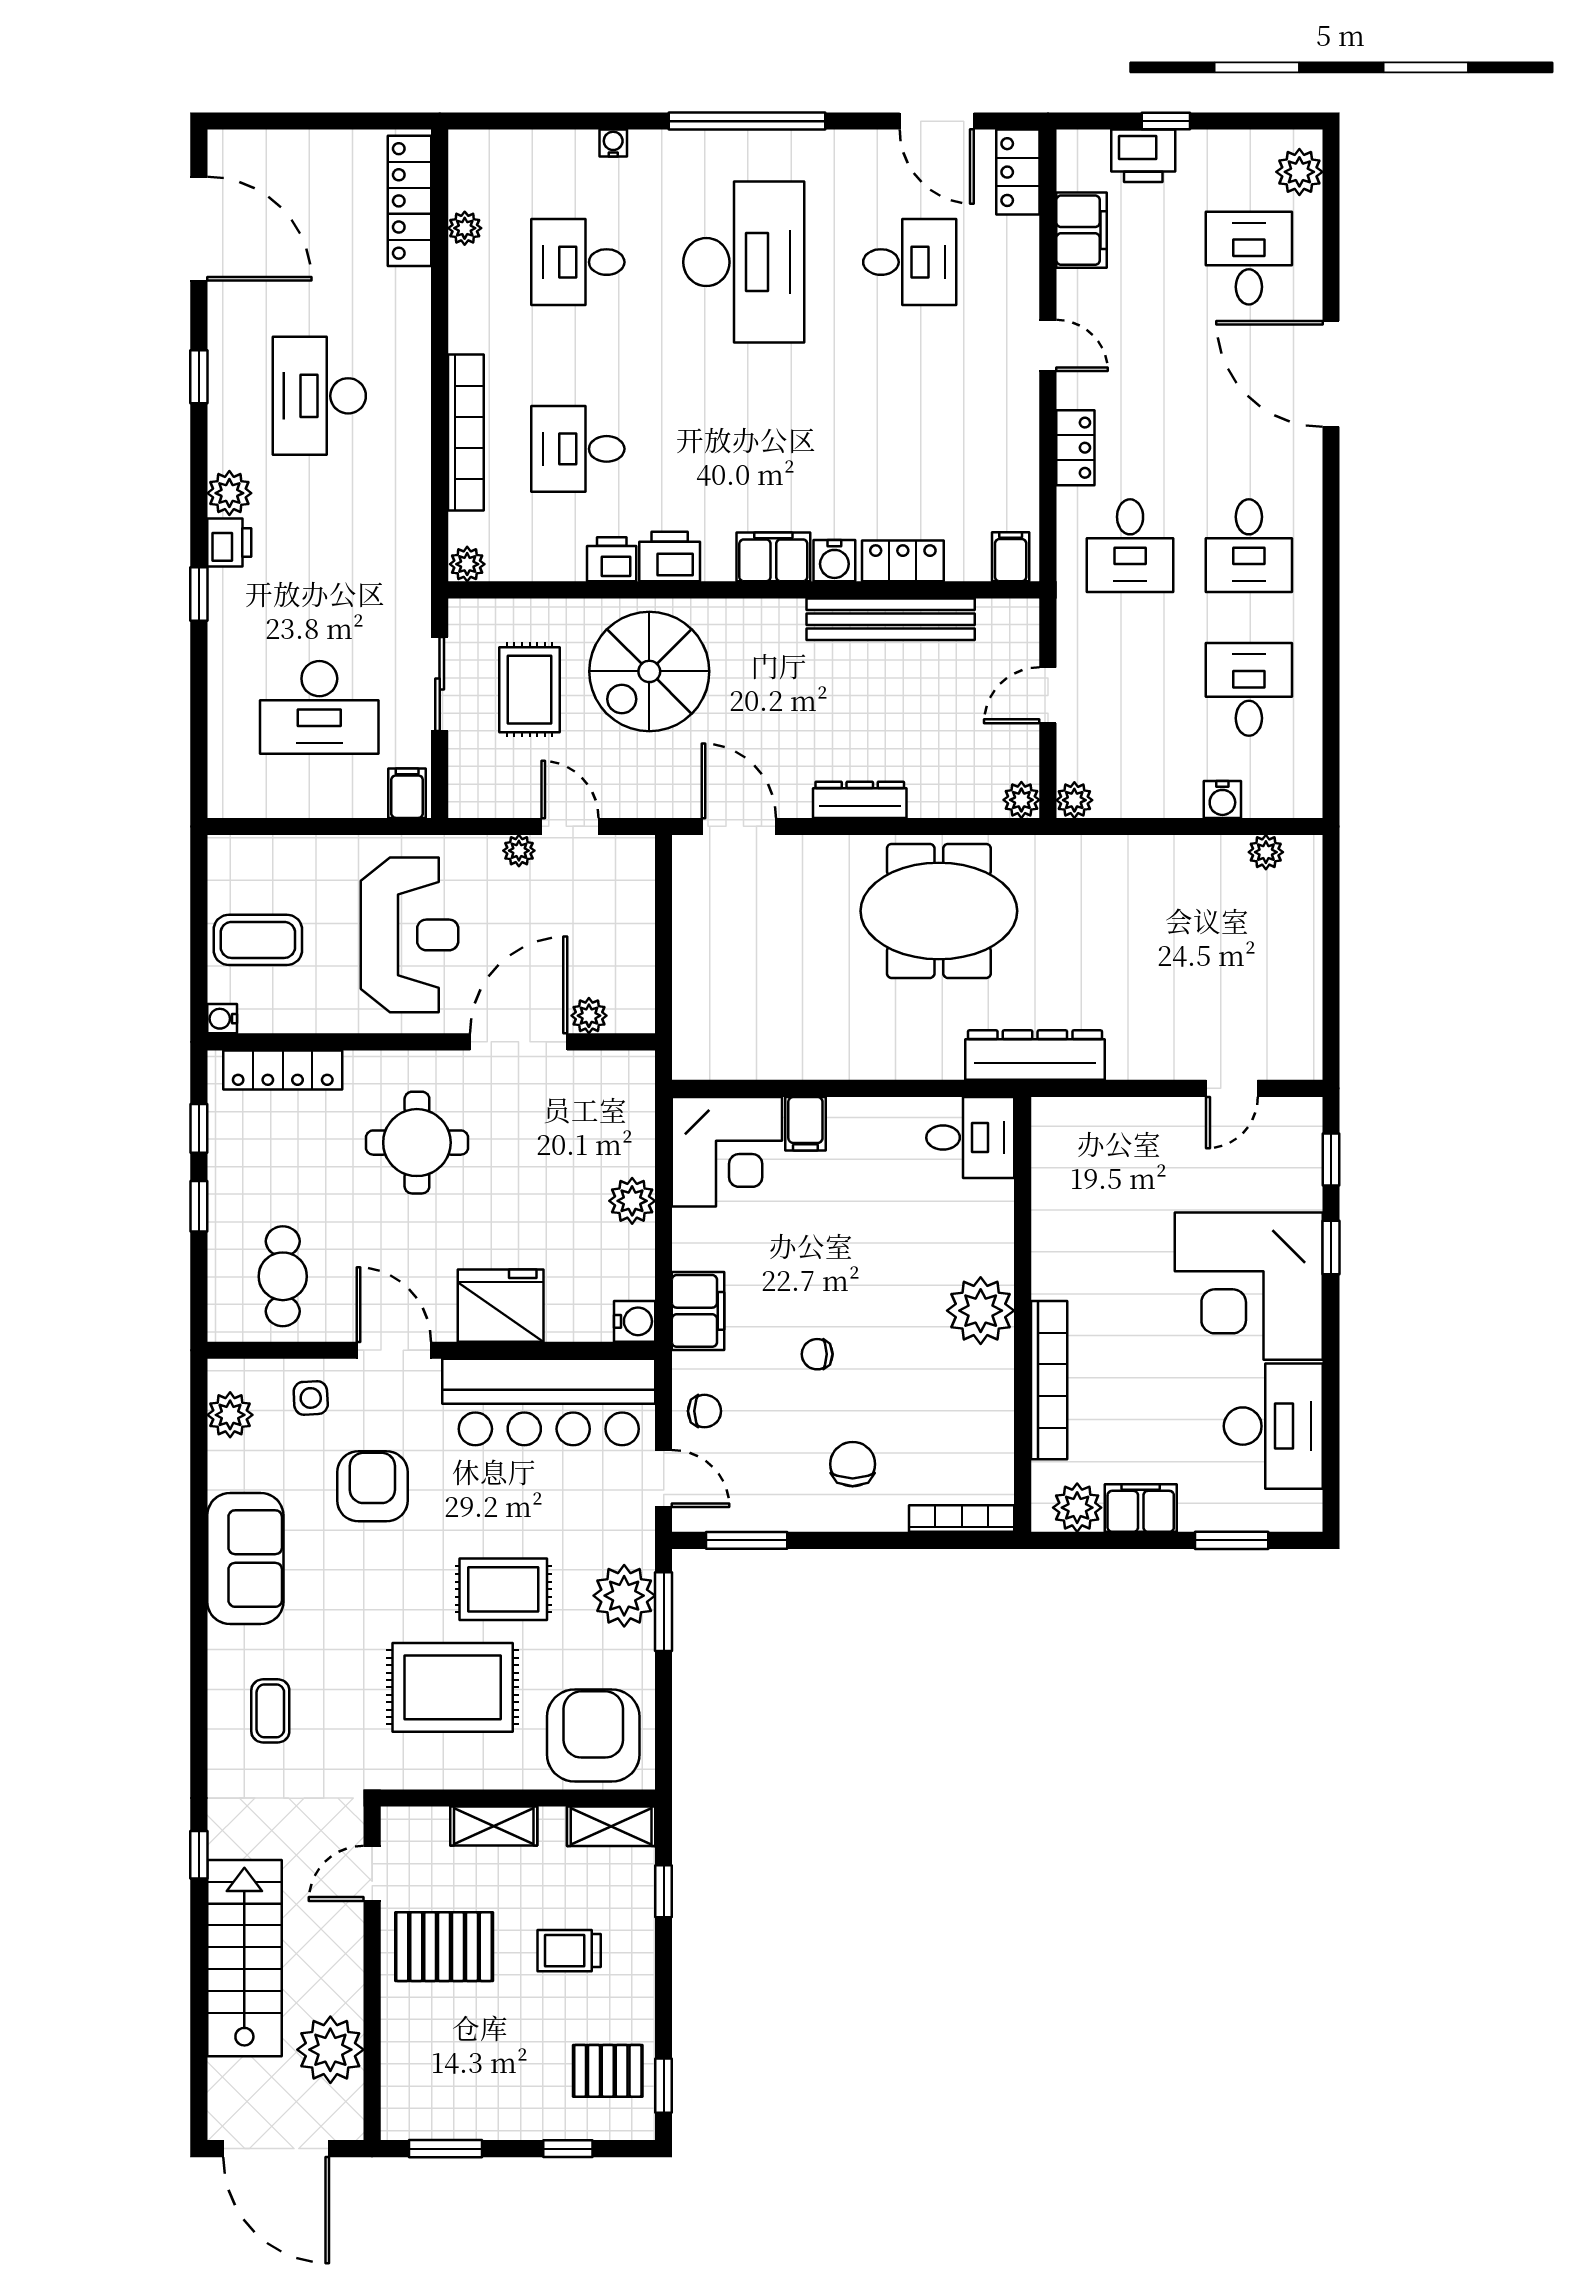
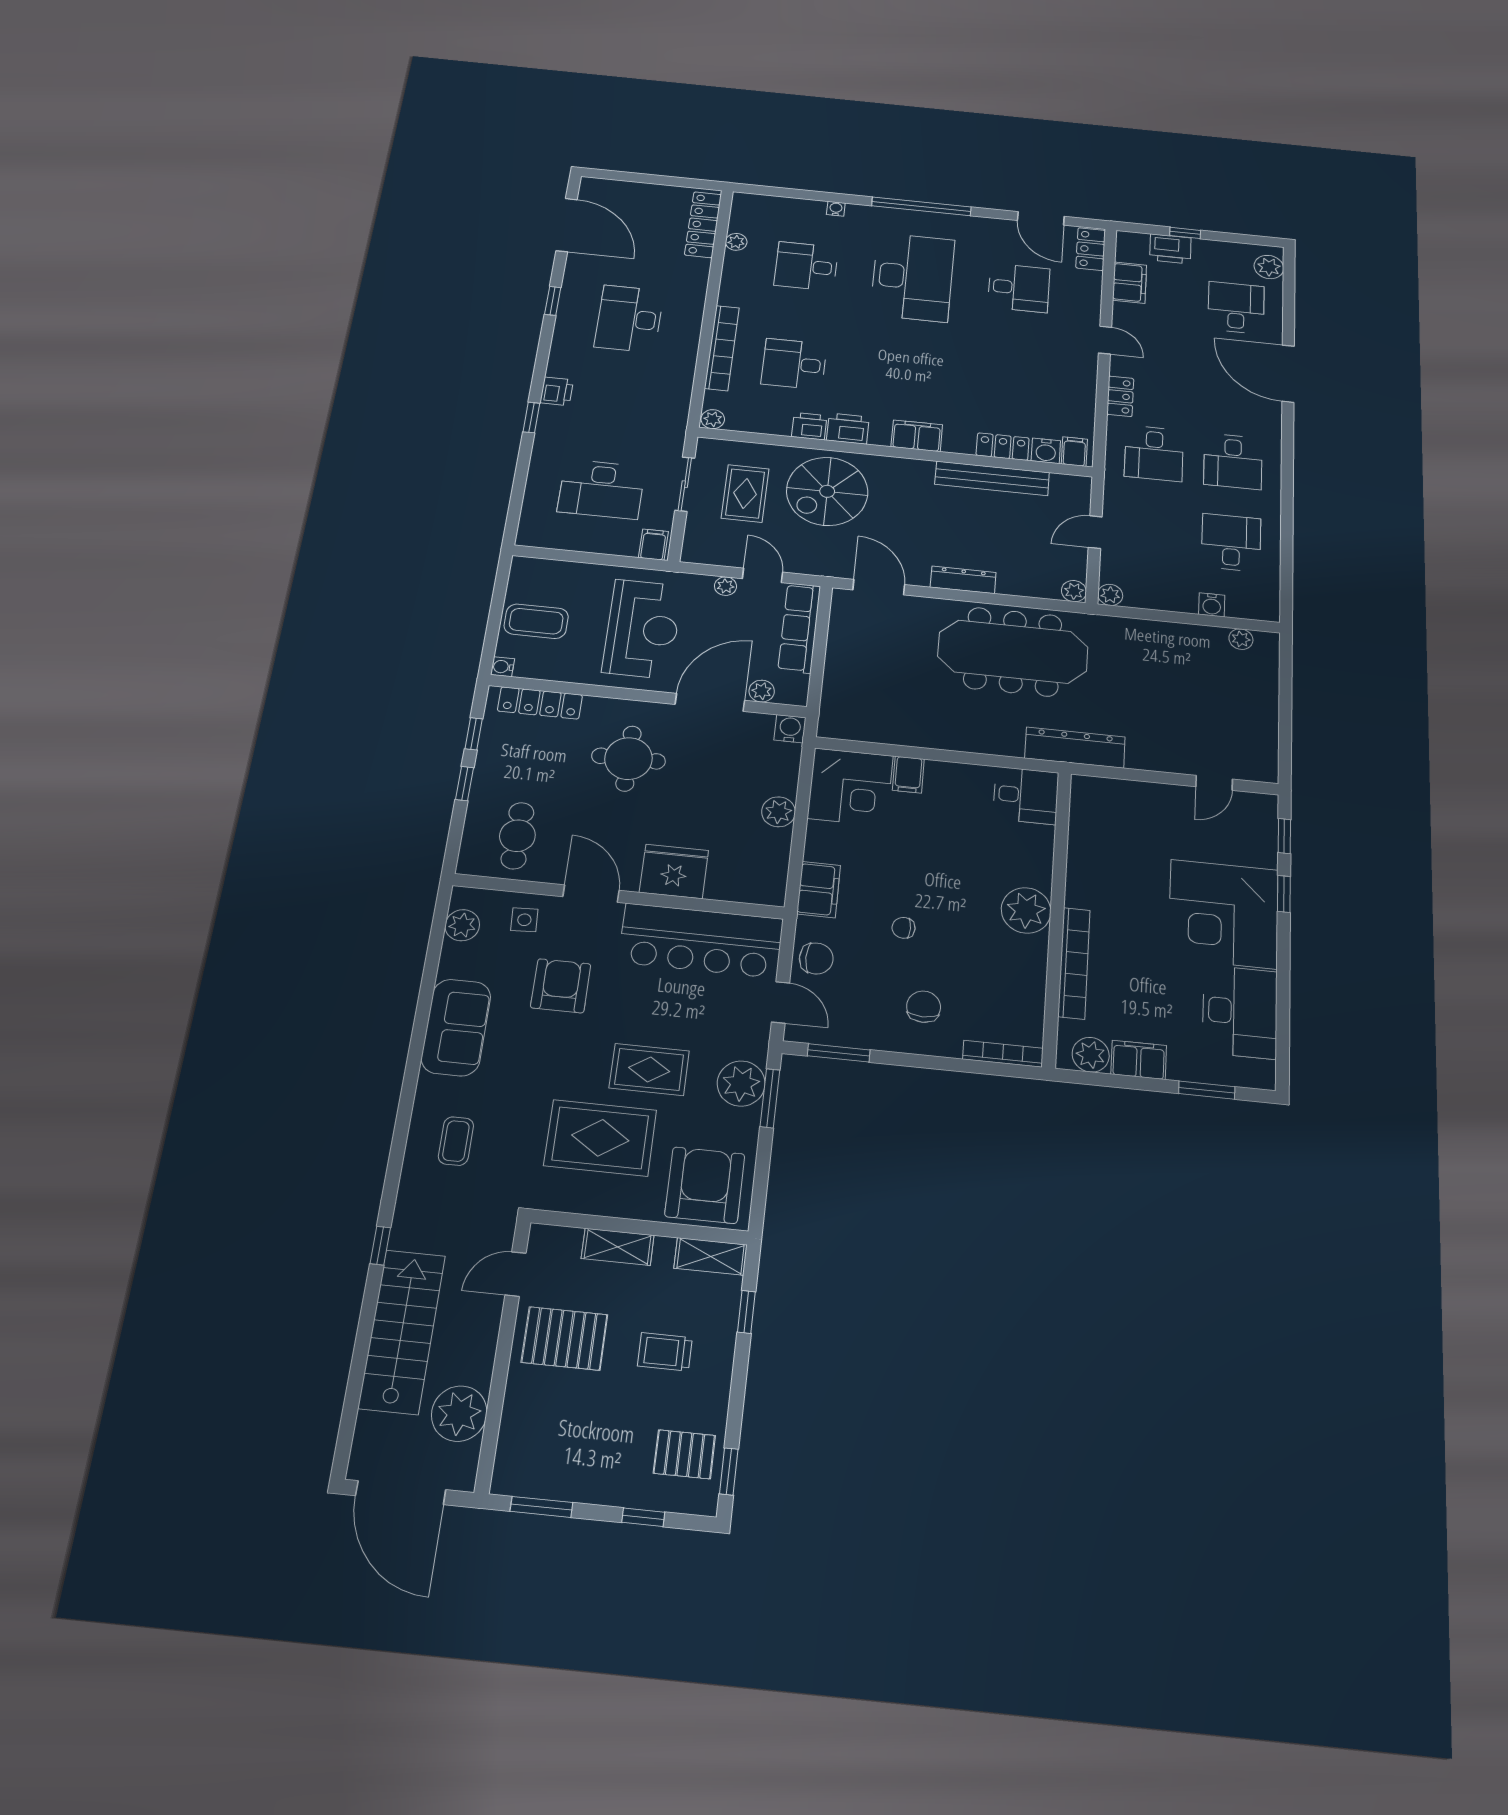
plant: (229, 493) -> (562, 365), removed
water cooler: (834, 561) -> (1046, 451), moved
row of seats: (632, 908) -> (799, 628), added
meeting table: (939, 911) -> (1013, 652), width x1.36
water cooler: (635, 1321) -> (790, 729), moved, turned -90
chair: (705, 1411) -> (816, 958), width x1.37, depth x1.37

